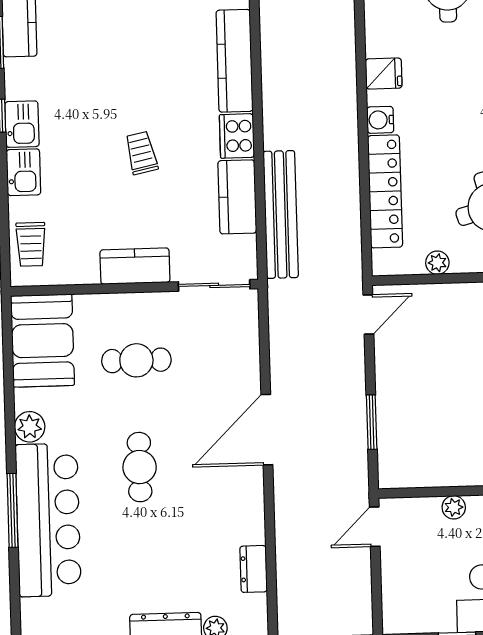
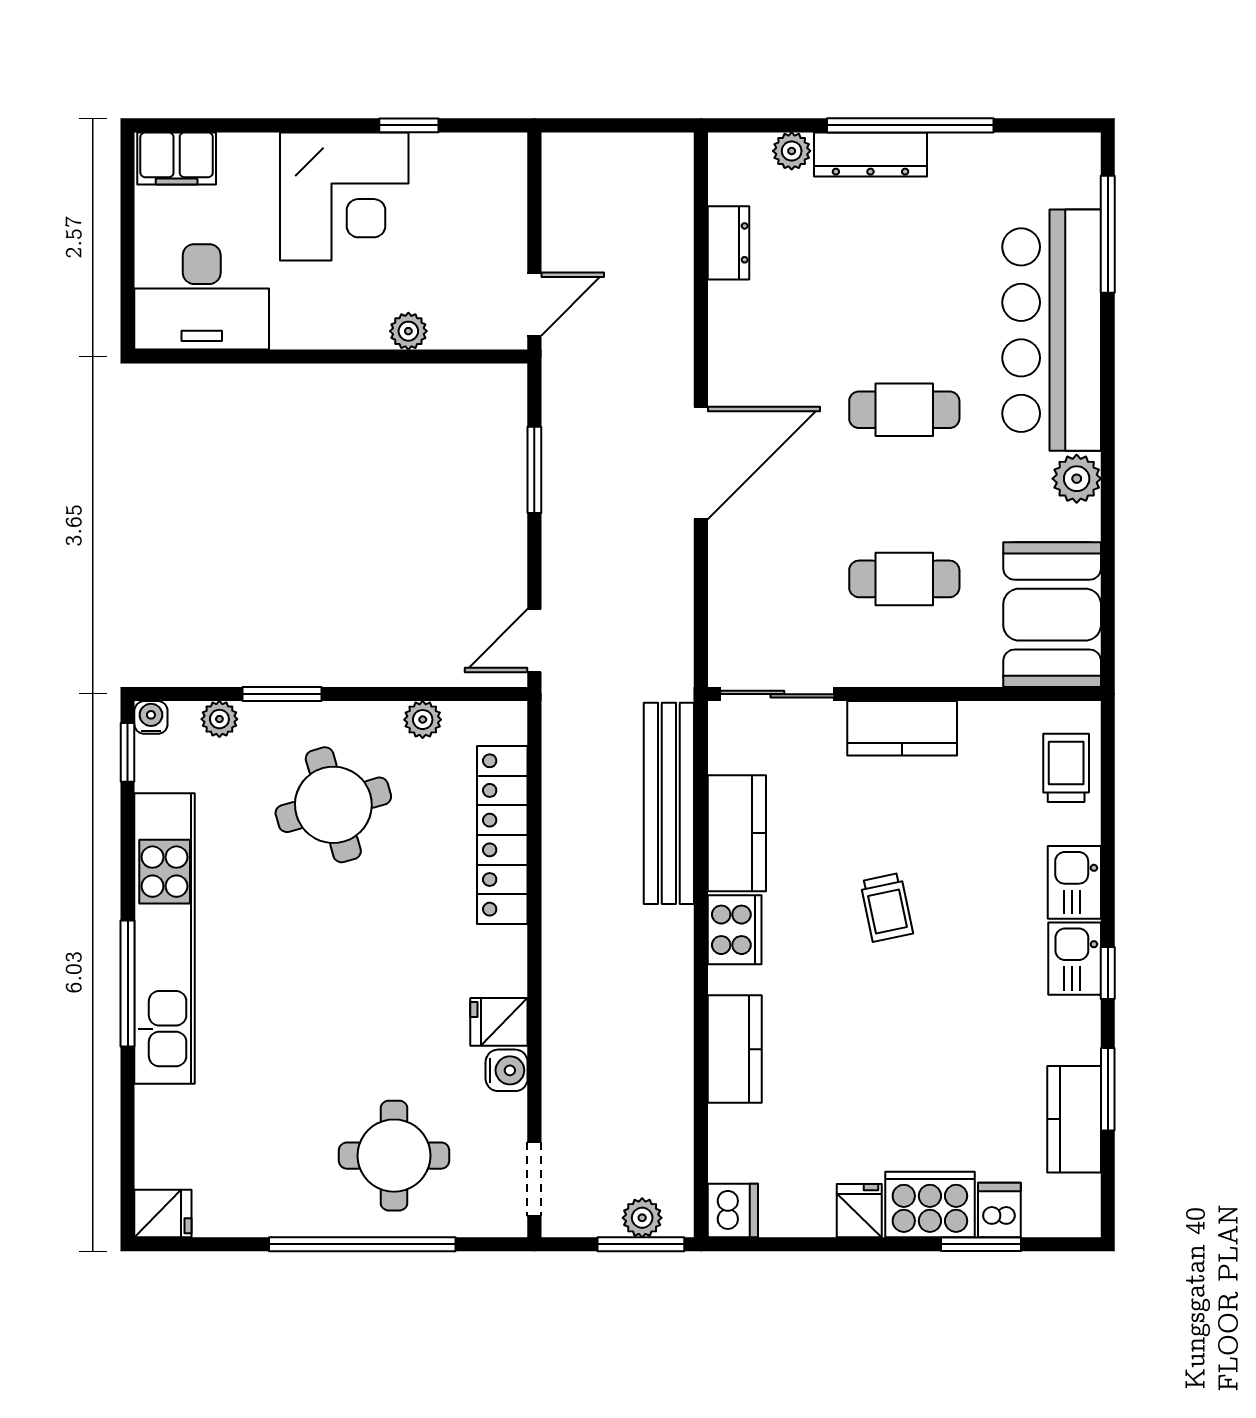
kitchen counter: (234, 61) -> (735, 1049), width x0.67
water cooler: (380, 120) -> (507, 1070), moved
cafe table: (140, 467) -> (904, 410), turned 90
window: (12, 510) -> (1108, 234), moved

